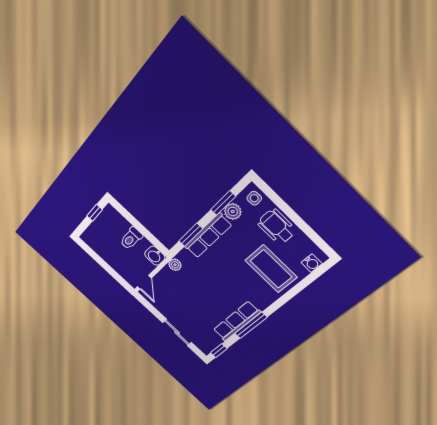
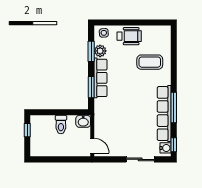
wheelchair: (277, 227) -> (129, 36), turned 180
water cooler: (312, 263) -> (165, 148), moved
plant: (175, 265) -> (99, 115), removed
coffee table: (271, 269) -> (150, 62), width x0.73, depth x0.76
row of seats: (237, 321) -> (164, 114), width x1.36

